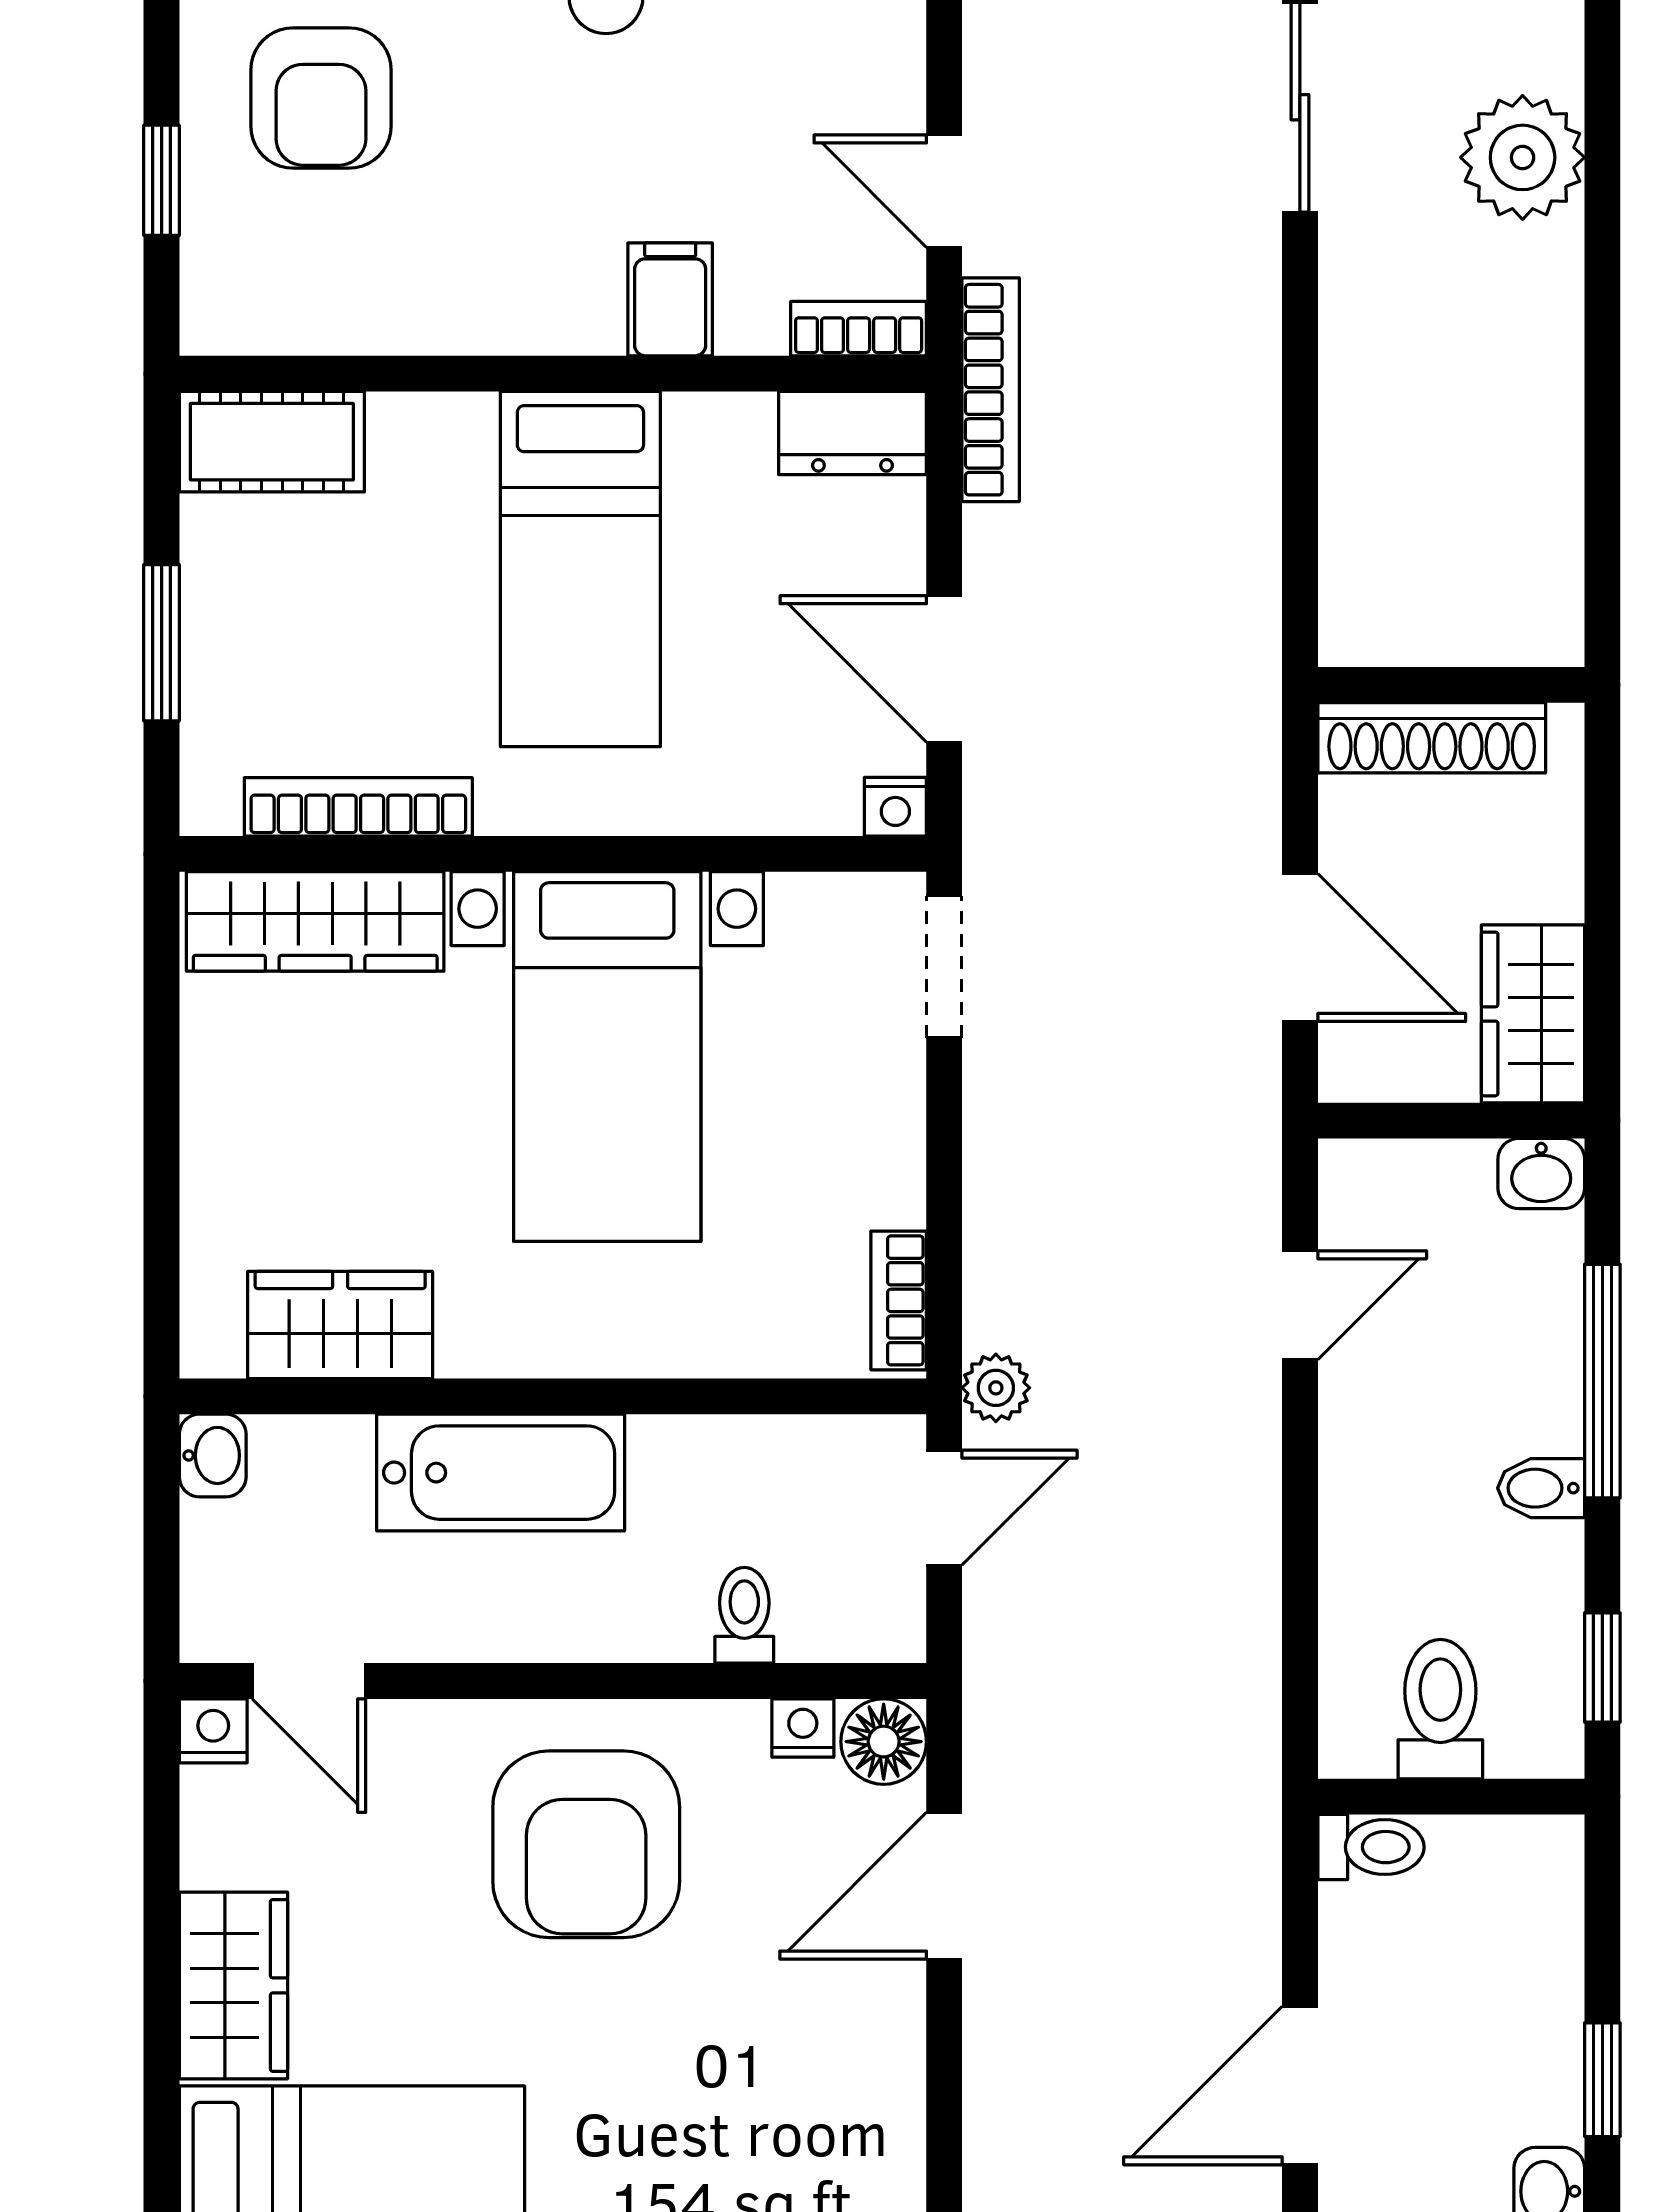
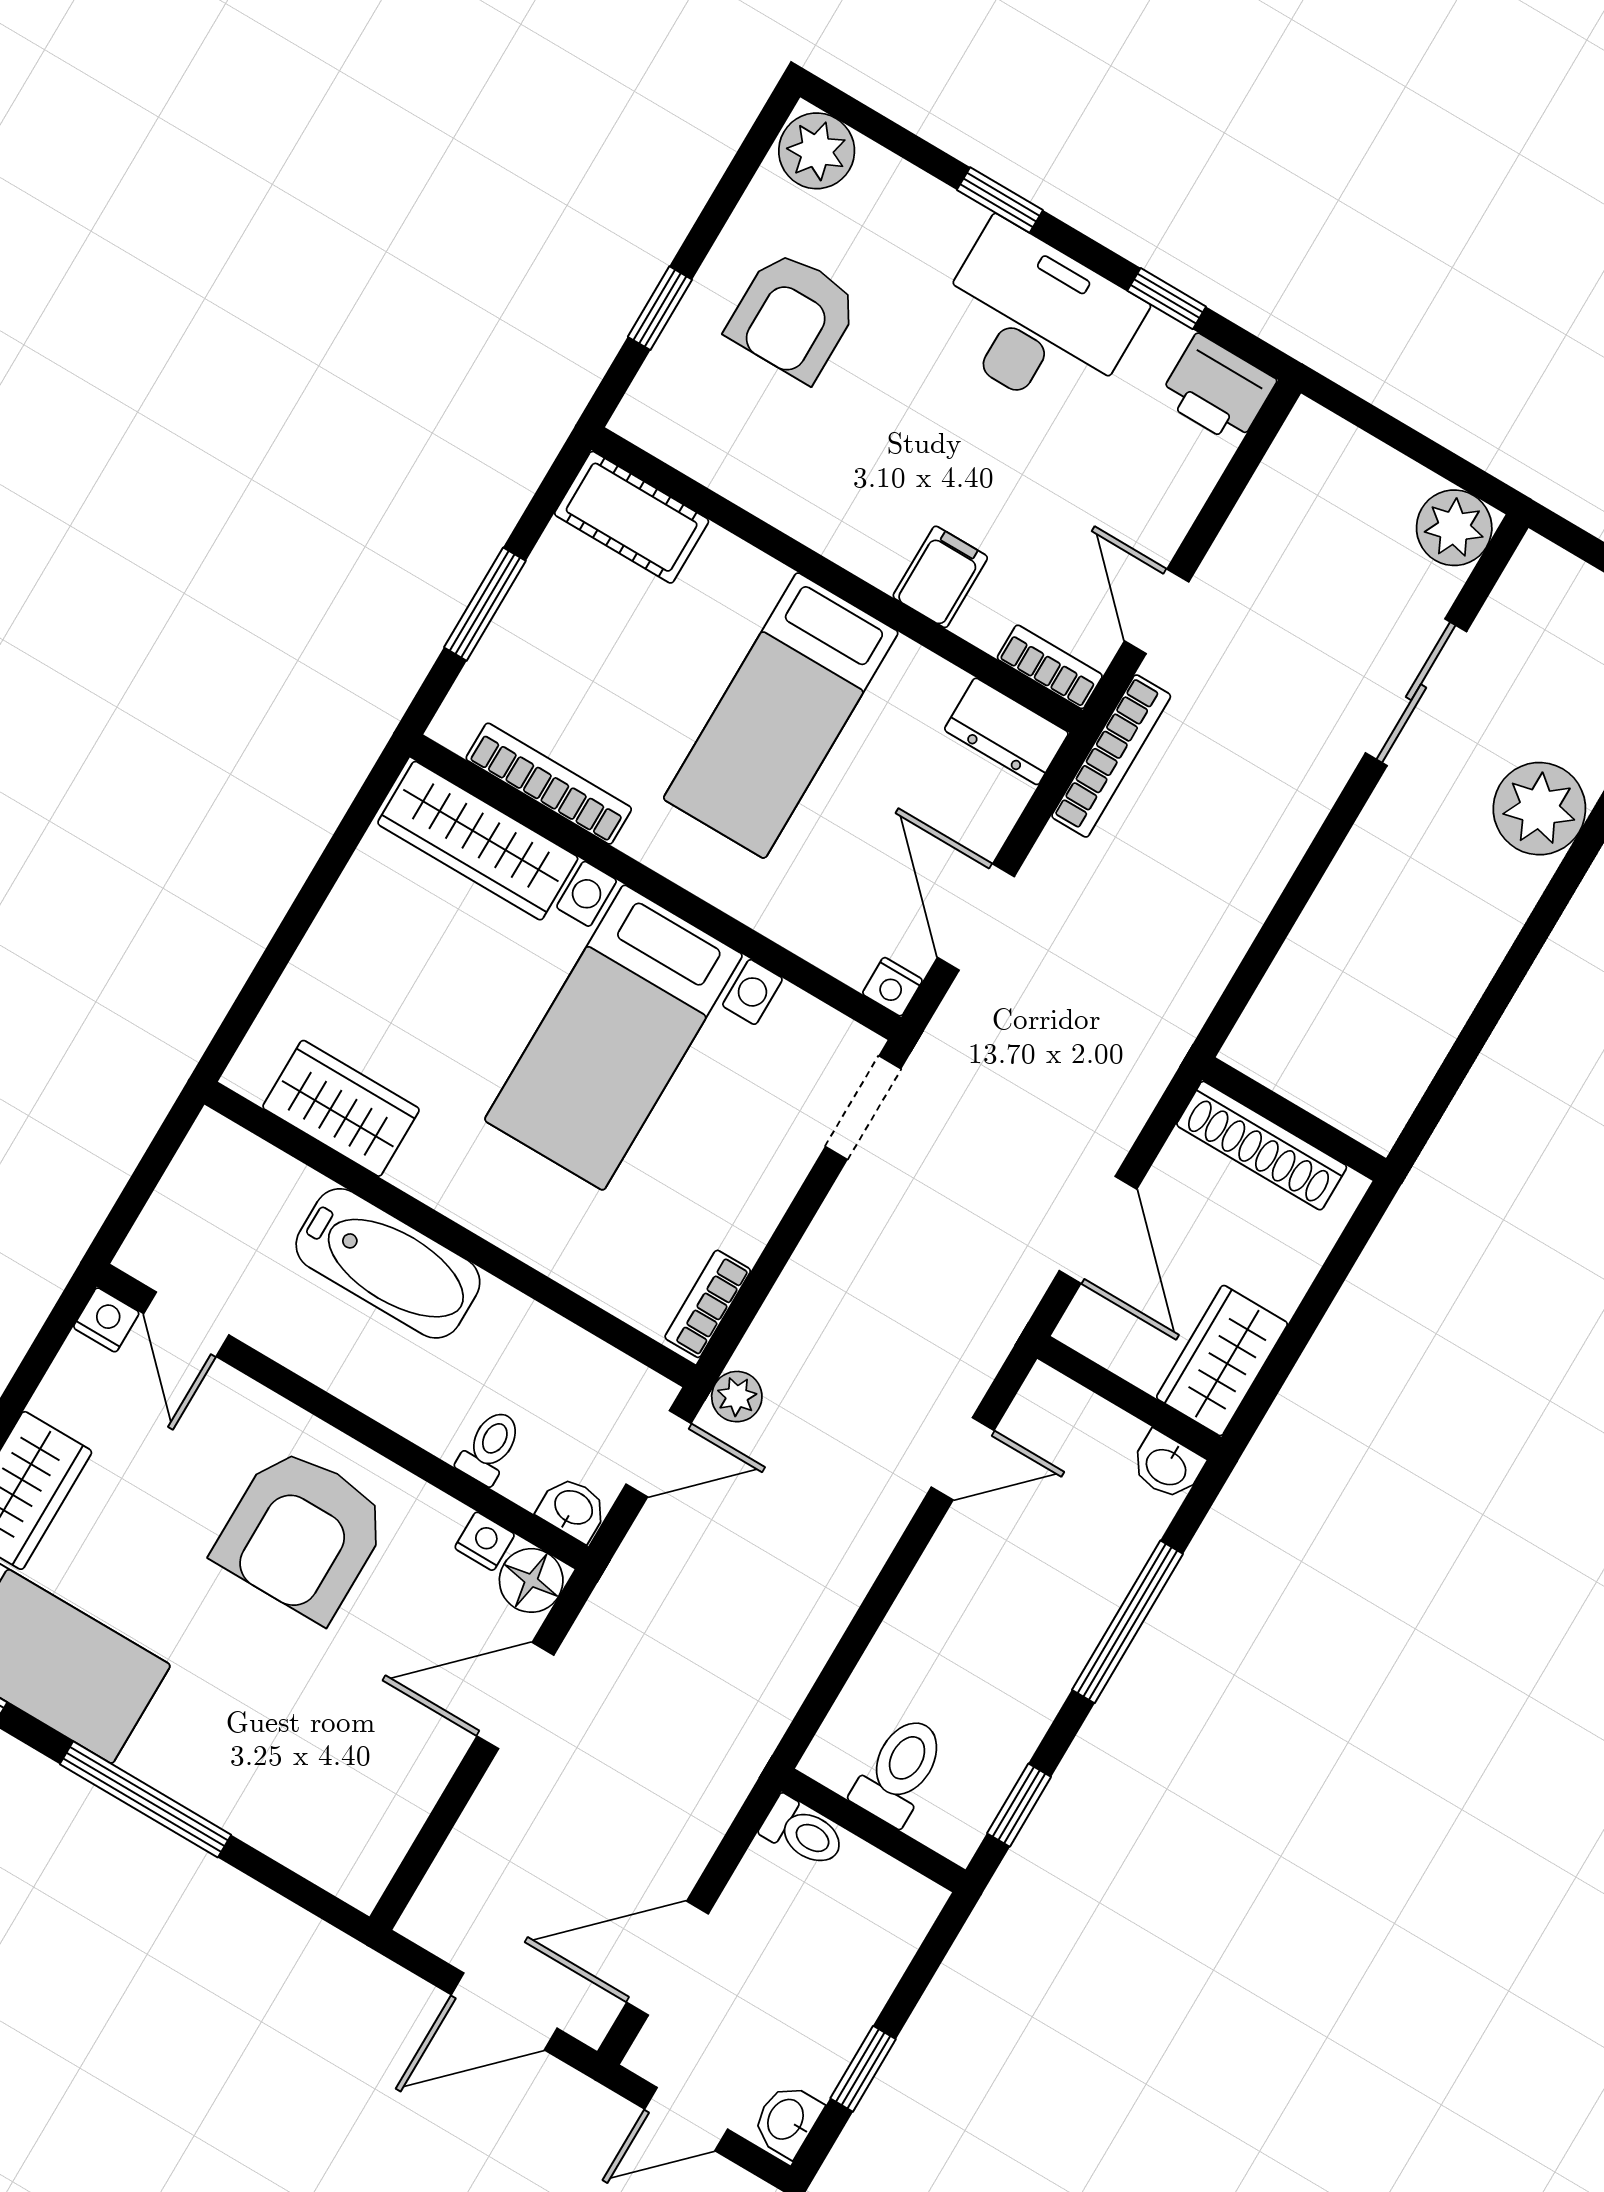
washbasin: (213, 1455) -> (573, 1509), moved, turned -90
bidet: (1541, 1488) -> (1048, 1667), removed

